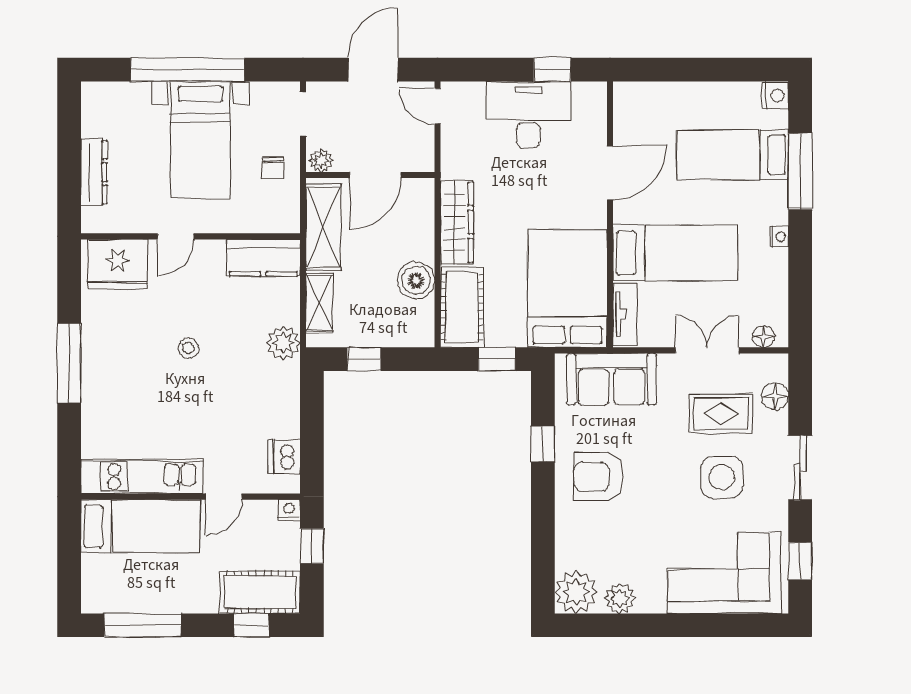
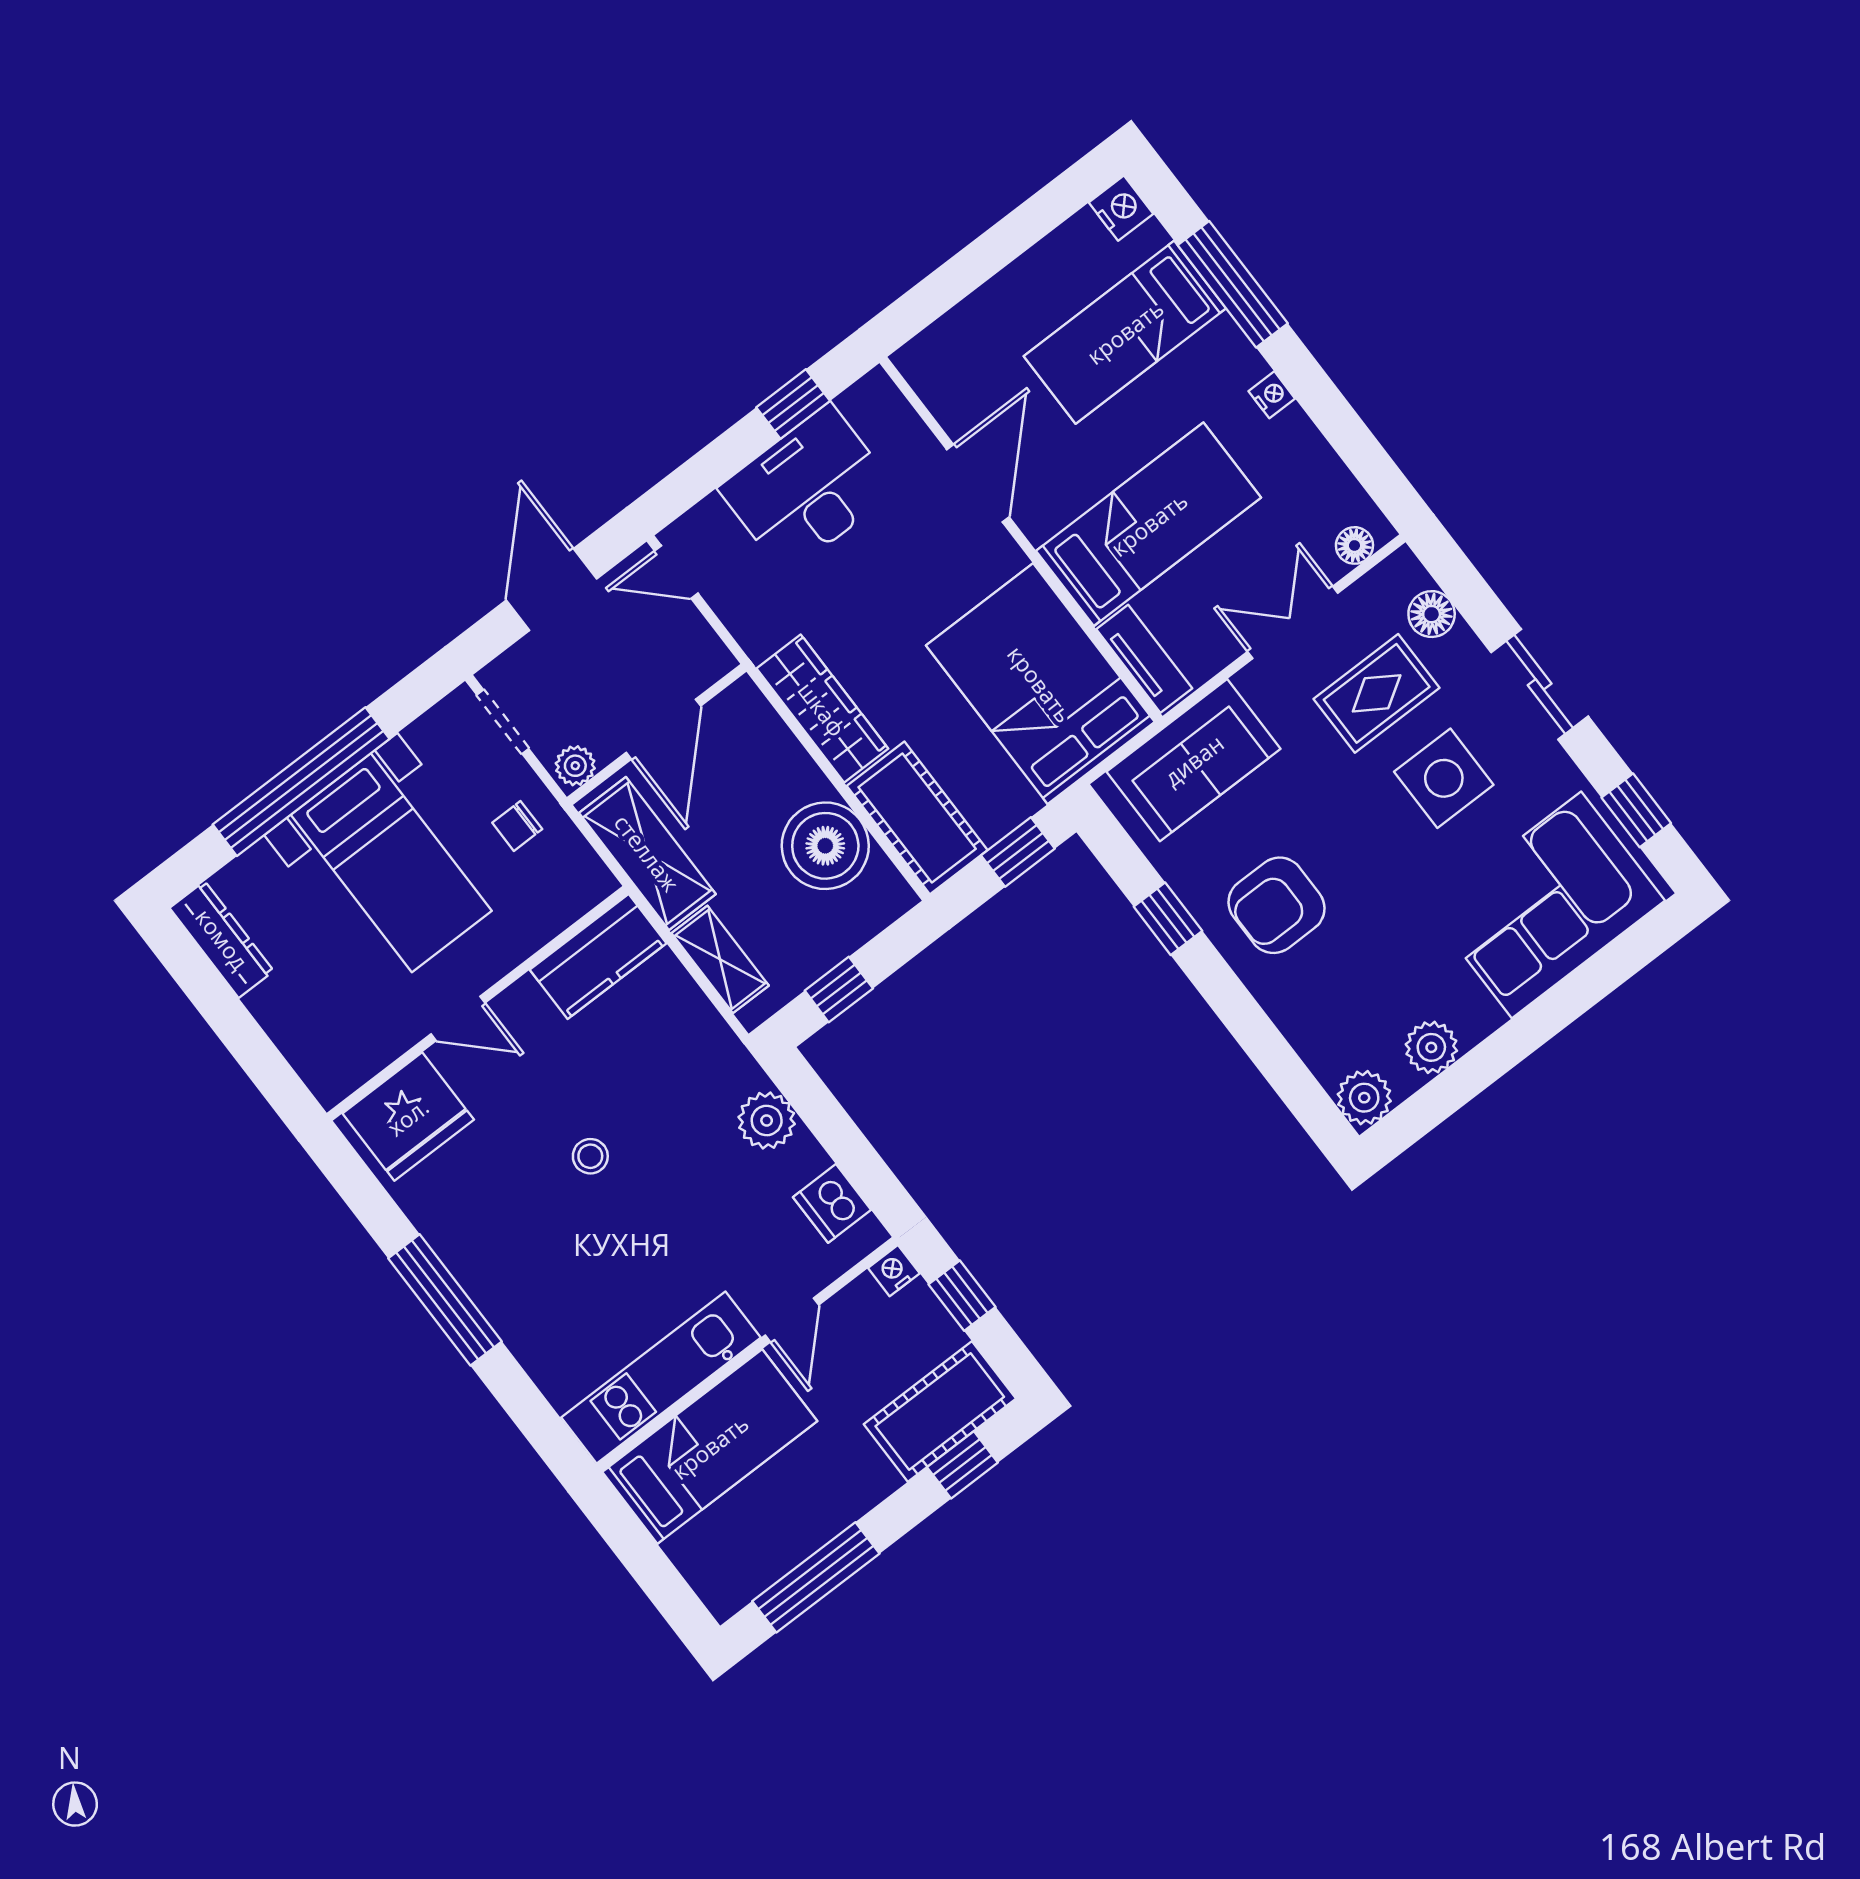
chair: (272, 168) -> (517, 826), turned 90
dresser: (94, 172) -> (222, 939), moved
door: (176, 236) -> (458, 1018), hinge flipped
boiler: (416, 280) -> (825, 846), width x1.37, depth x1.37
plant: (283, 343) -> (767, 1120), moved
plant: (576, 592) -> (1364, 1098), width x0.73, depth x0.73

